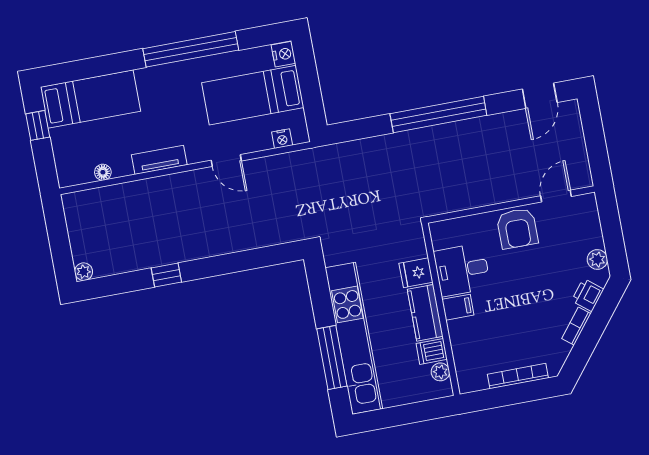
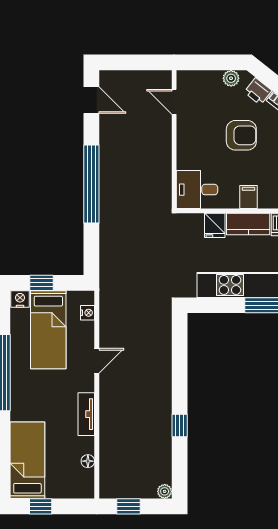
window: (308, 76) -> (42, 283), added
armchair: (517, 228) -> (241, 135), moved
window: (57, 231) -> (129, 506), added
desk: (462, 270) -> (197, 190), moved, turned 90

